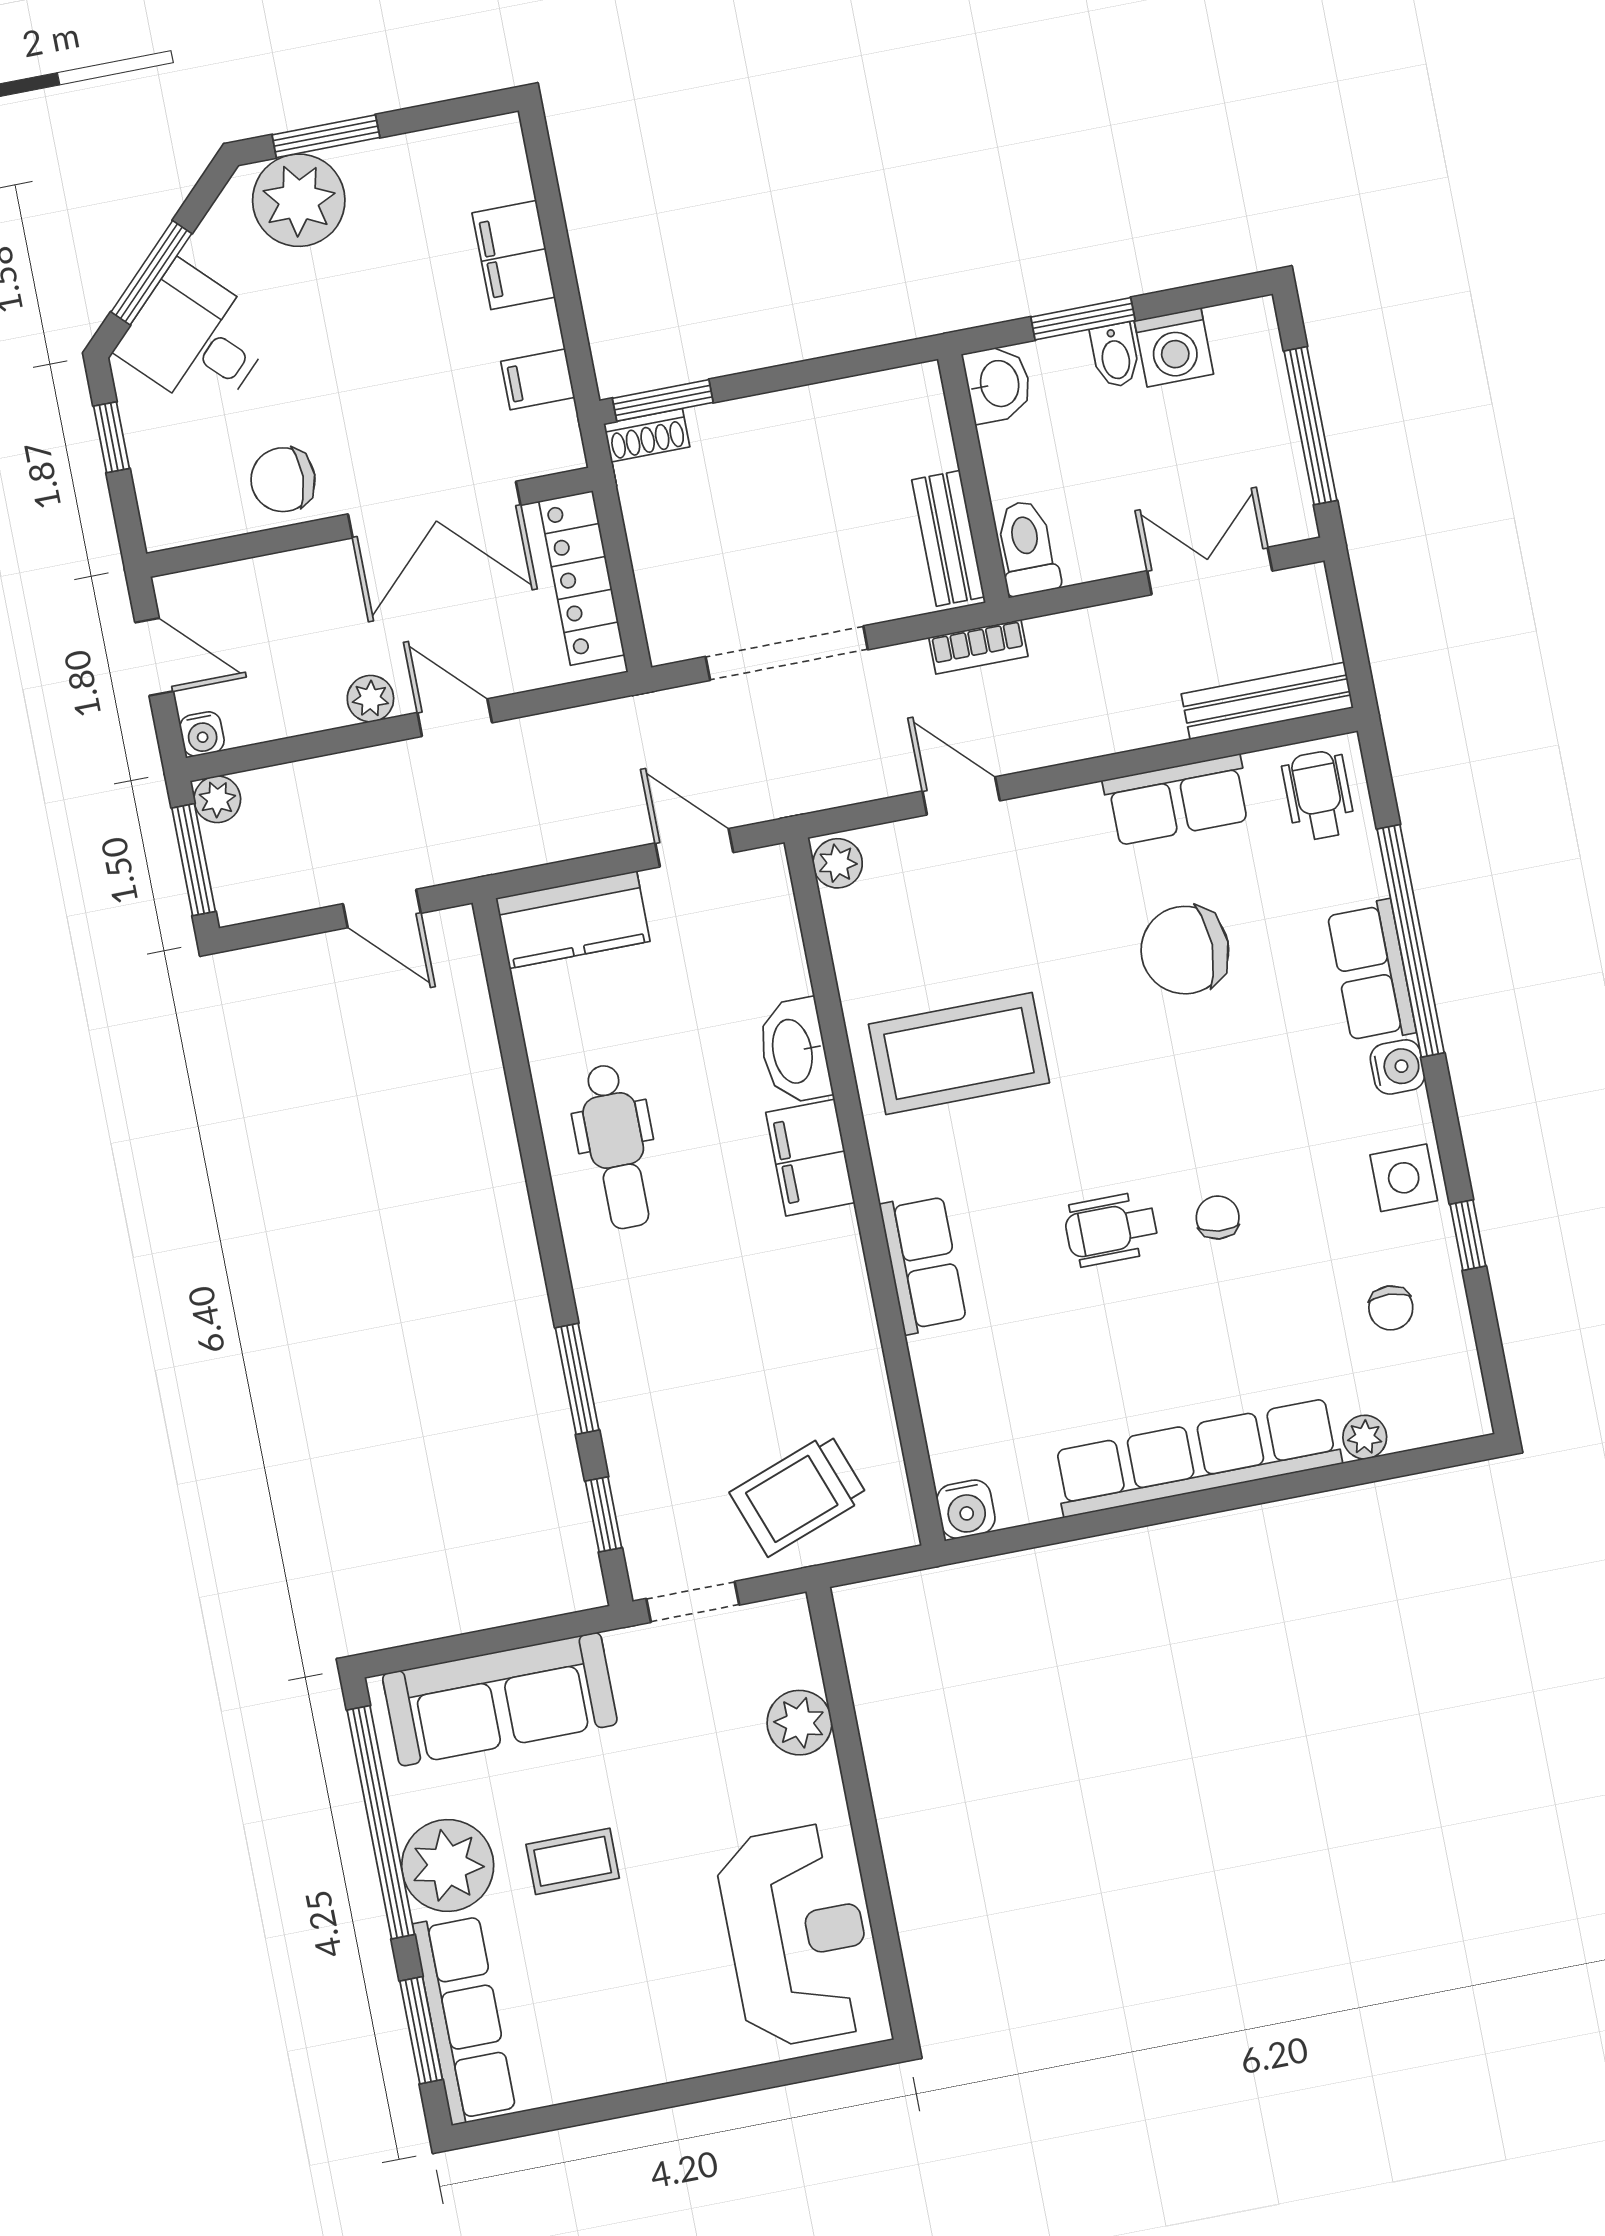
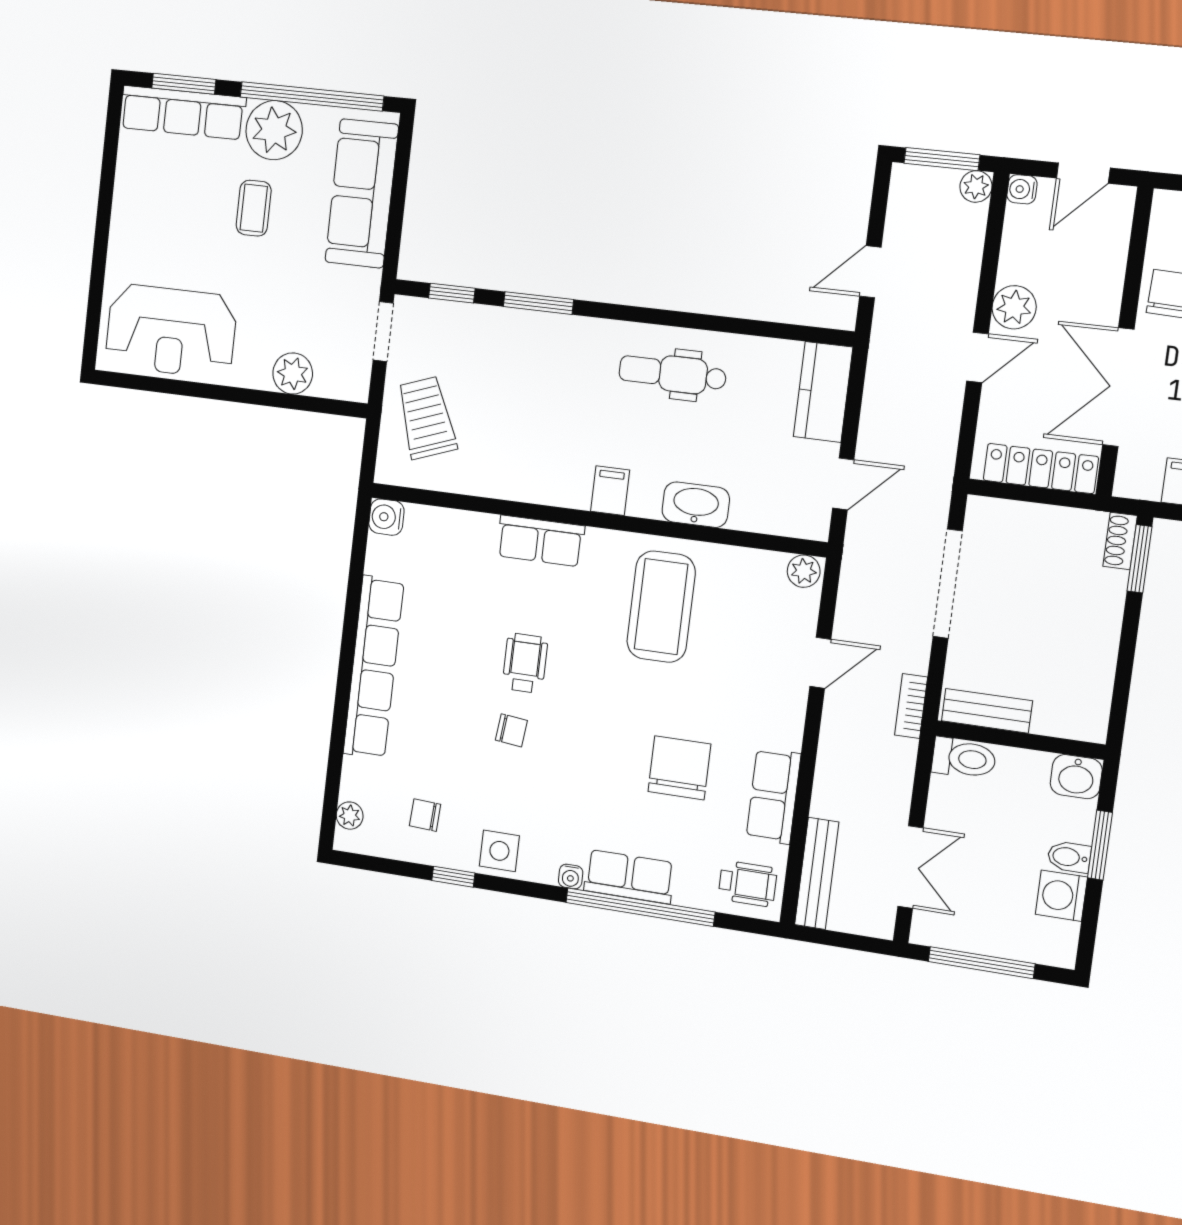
plant: (370, 699) -> (1014, 307), width x1.38, depth x1.38
water cooler: (1397, 1067) -> (571, 877), width x0.72, depth x0.72
filing cabinet: (810, 1158) -> (610, 491), width x0.50
plant: (1365, 1437) -> (350, 816), moved

